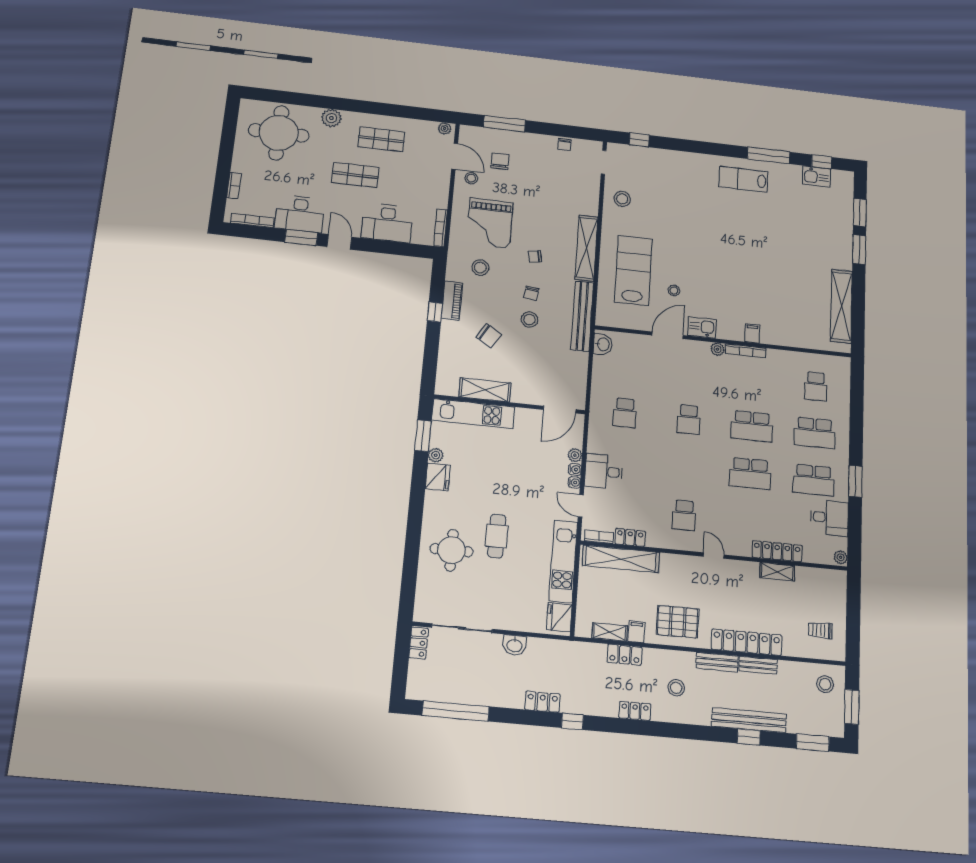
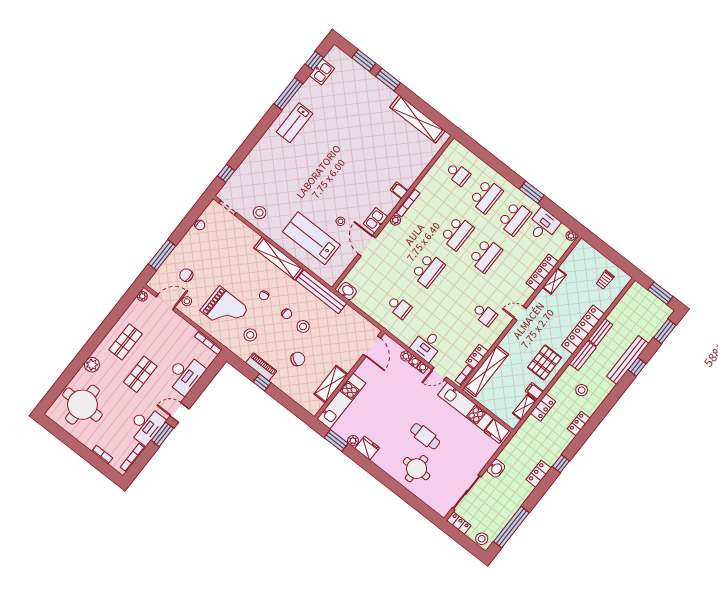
school desk: (689, 419) -> (428, 270), width x1.85
stool: (825, 684) -> (482, 539), moved

